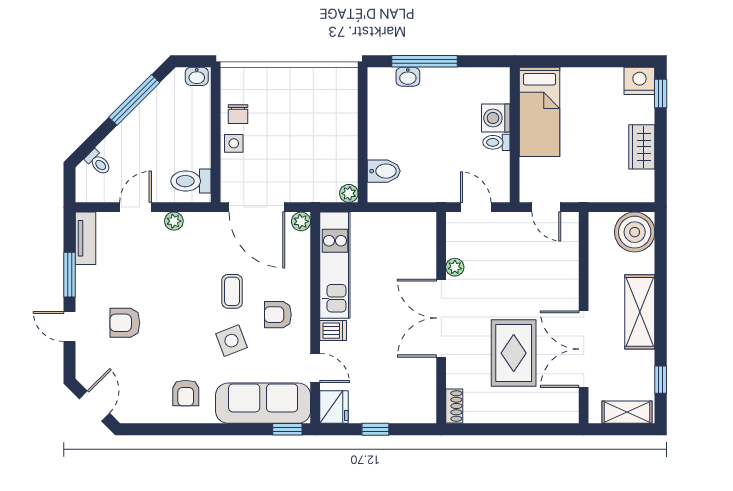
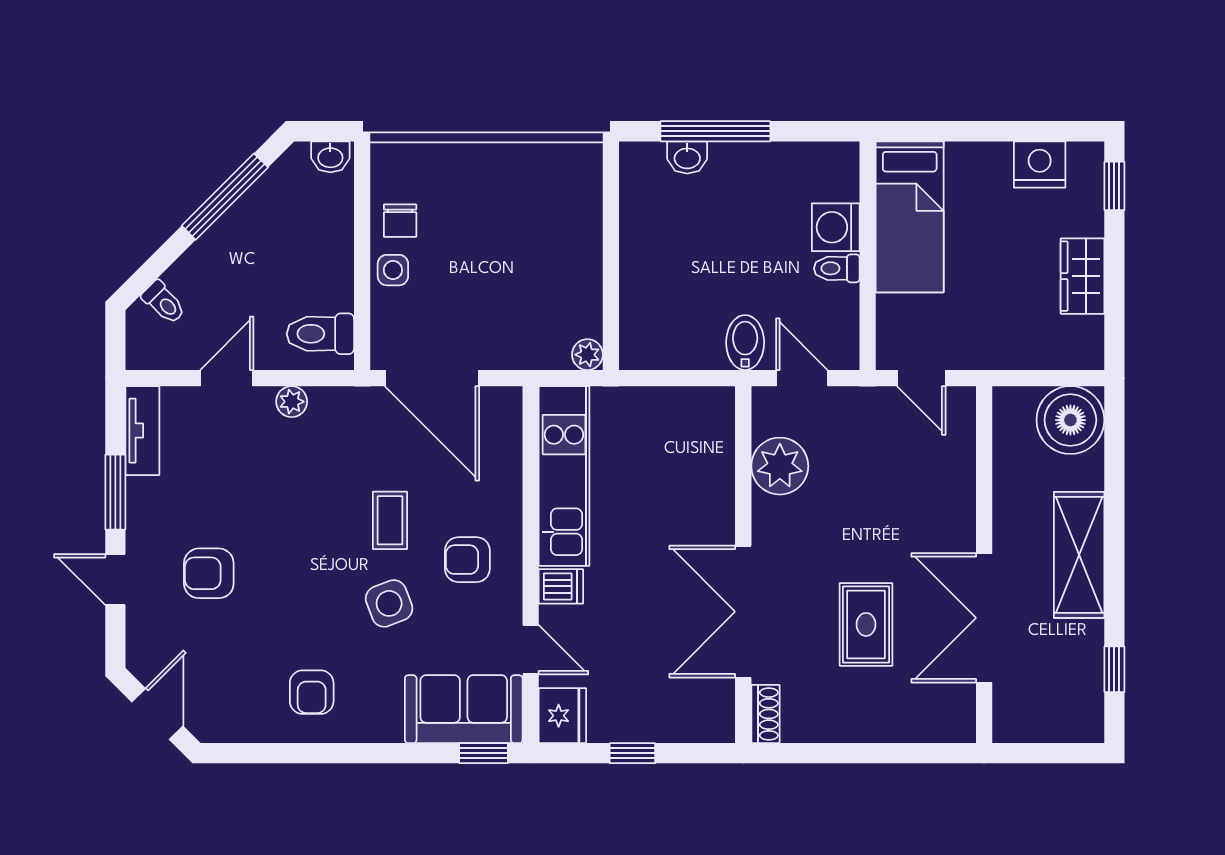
nightstand: (639, 81) -> (1040, 164), moved
bidet: (384, 171) -> (745, 343), moved, turned -90
plant: (301, 221) -> (507, 402), removed
plant: (455, 267) -> (780, 466), width x1.88, depth x1.88
double door: (441, 318) -> (743, 612), moved
rug: (514, 353) -> (866, 624), width x0.73, depth x0.70
sofa: (263, 403) -> (464, 709), width x0.73
shelving: (627, 412) -> (1058, 724), removed

